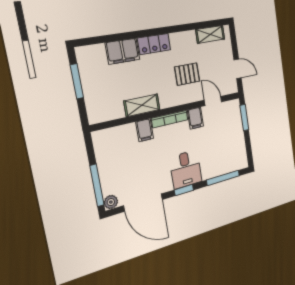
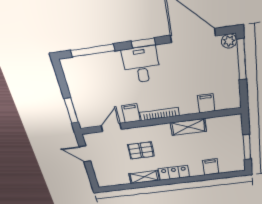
shelving: (210, 34) -> (144, 177), moved
filing cabinet: (123, 51) -> (211, 167), width x0.50
door: (213, 101) -> (111, 127), swing flipped
filing cabinet: (145, 130) -> (206, 103), moved

